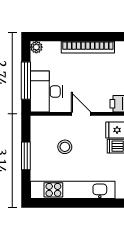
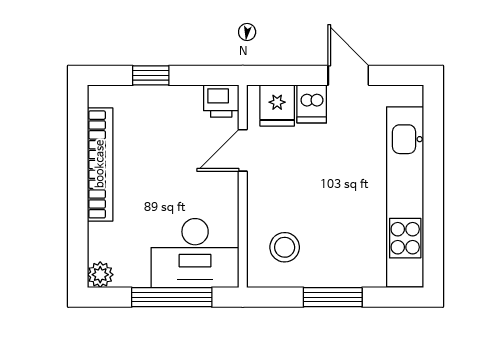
door: (81, 114) -> (243, 150), moved
stool: (65, 147) -> (285, 247), moved

